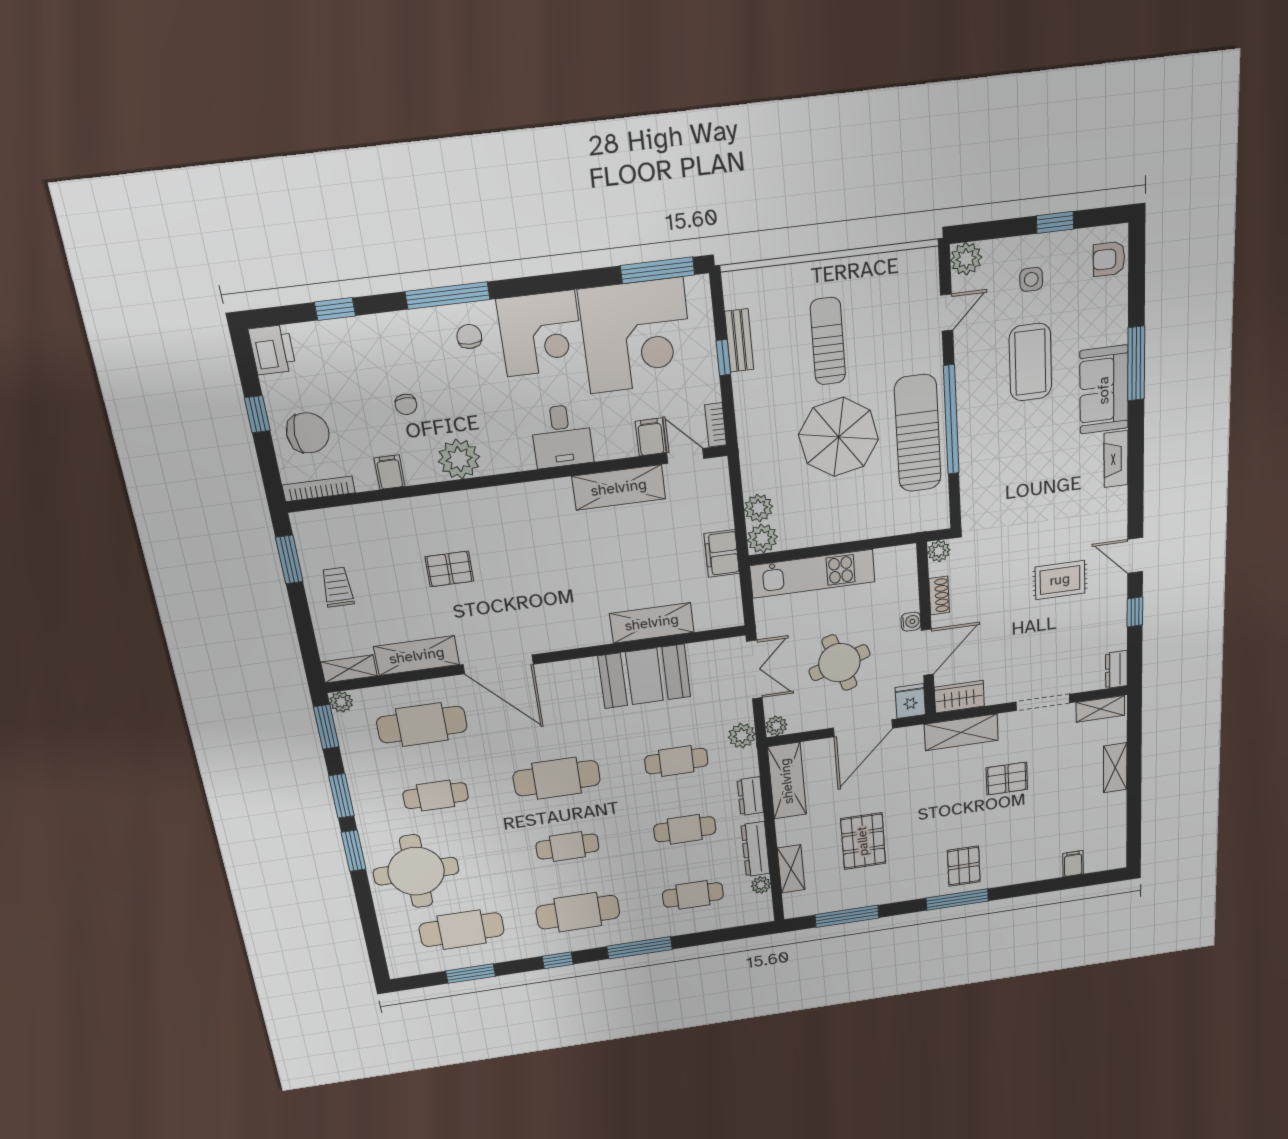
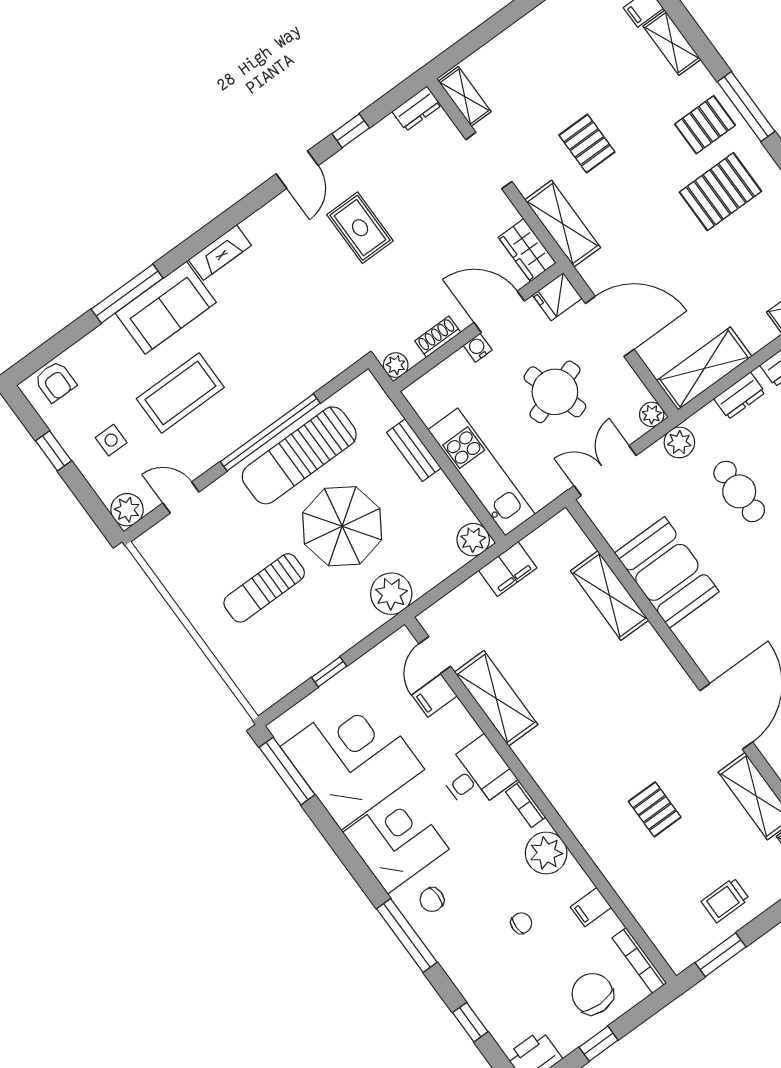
bench: (739, 340) -> (414, 450), moved, turned 90
bookcase: (716, 425) -> (526, 804), moved, turned 90
plant: (759, 508) -> (391, 594), moved, width x1.36, depth x1.36
shelving: (1115, 768) -> (672, 43), moved, turned 90
pallet: (863, 841) -> (720, 192), moved

